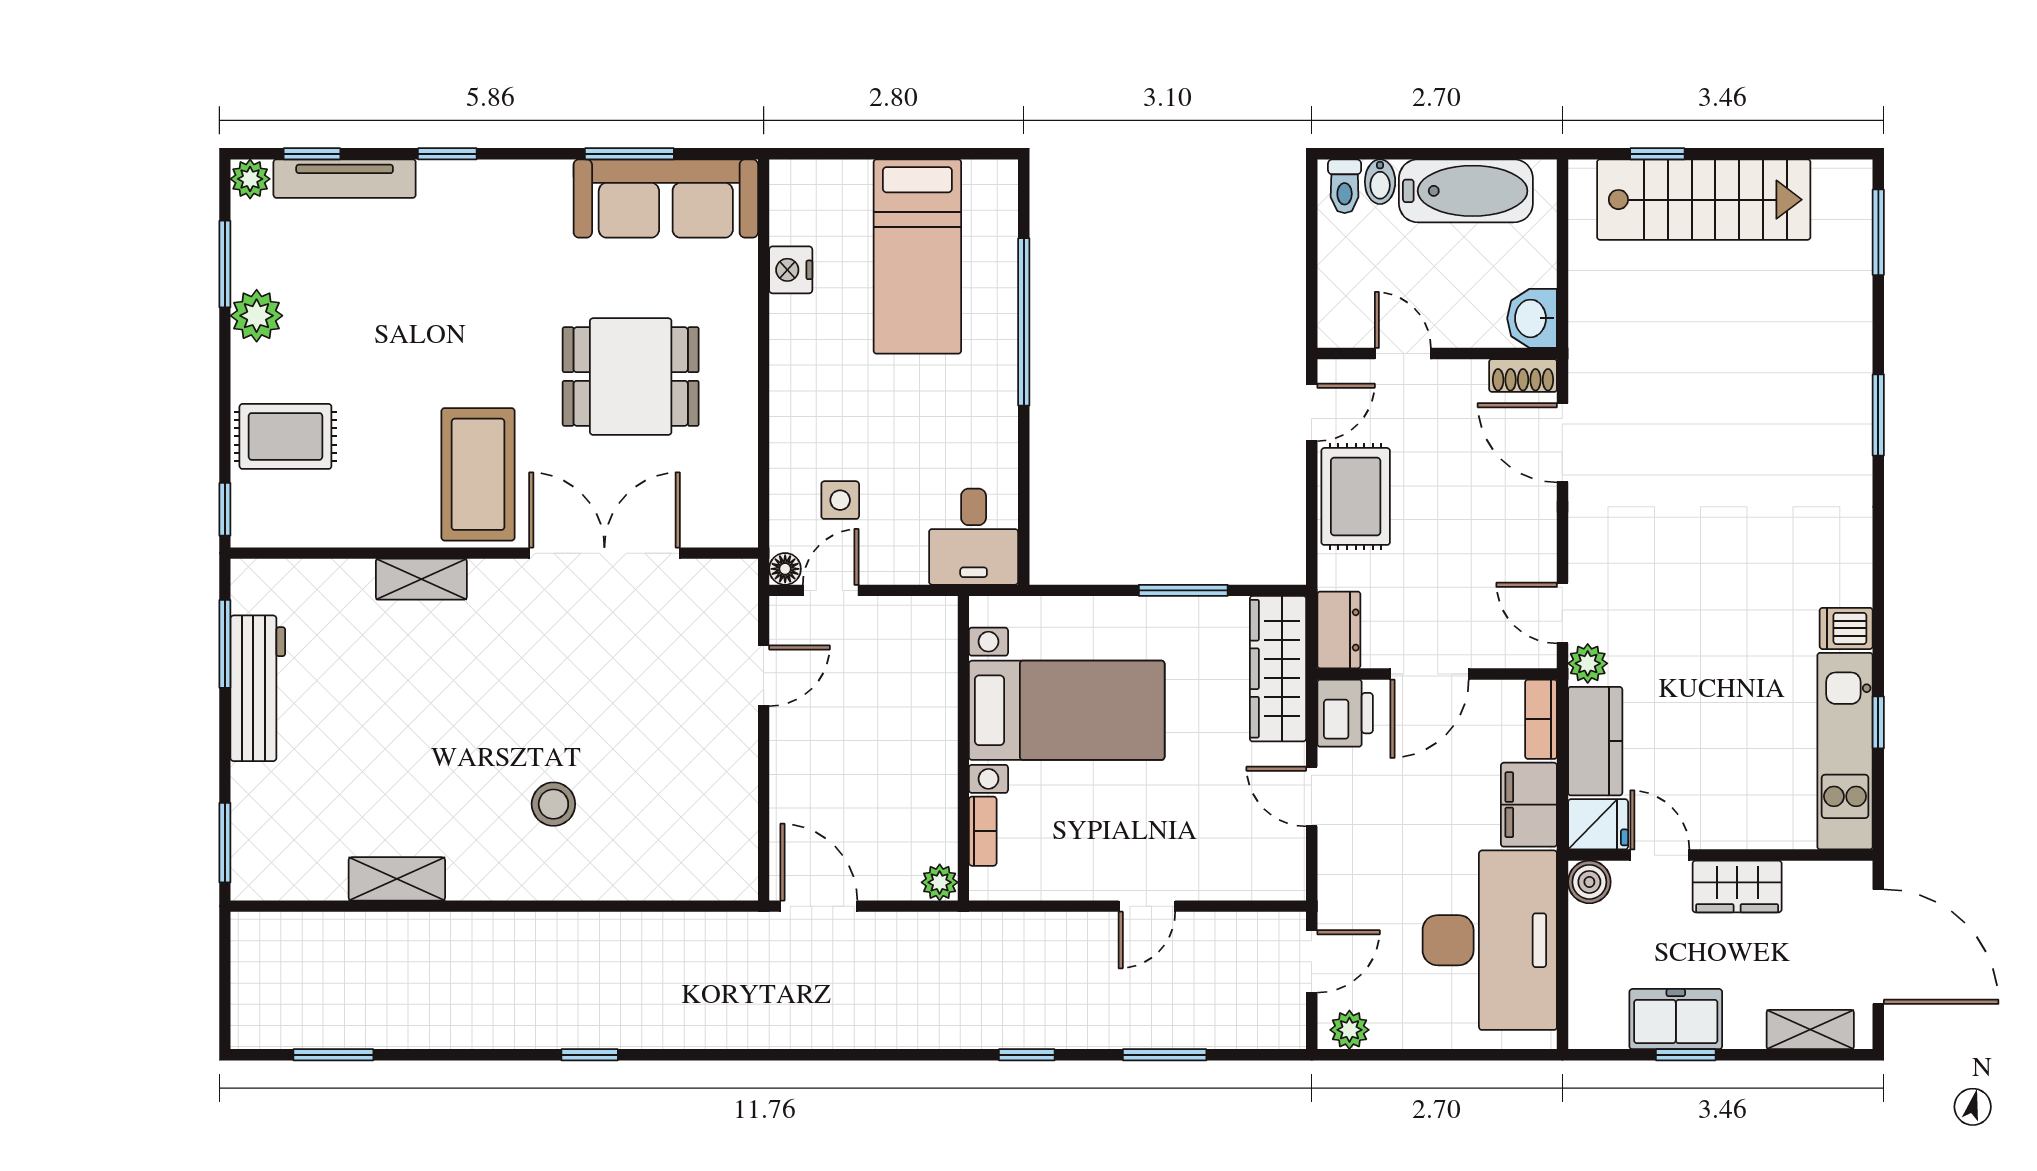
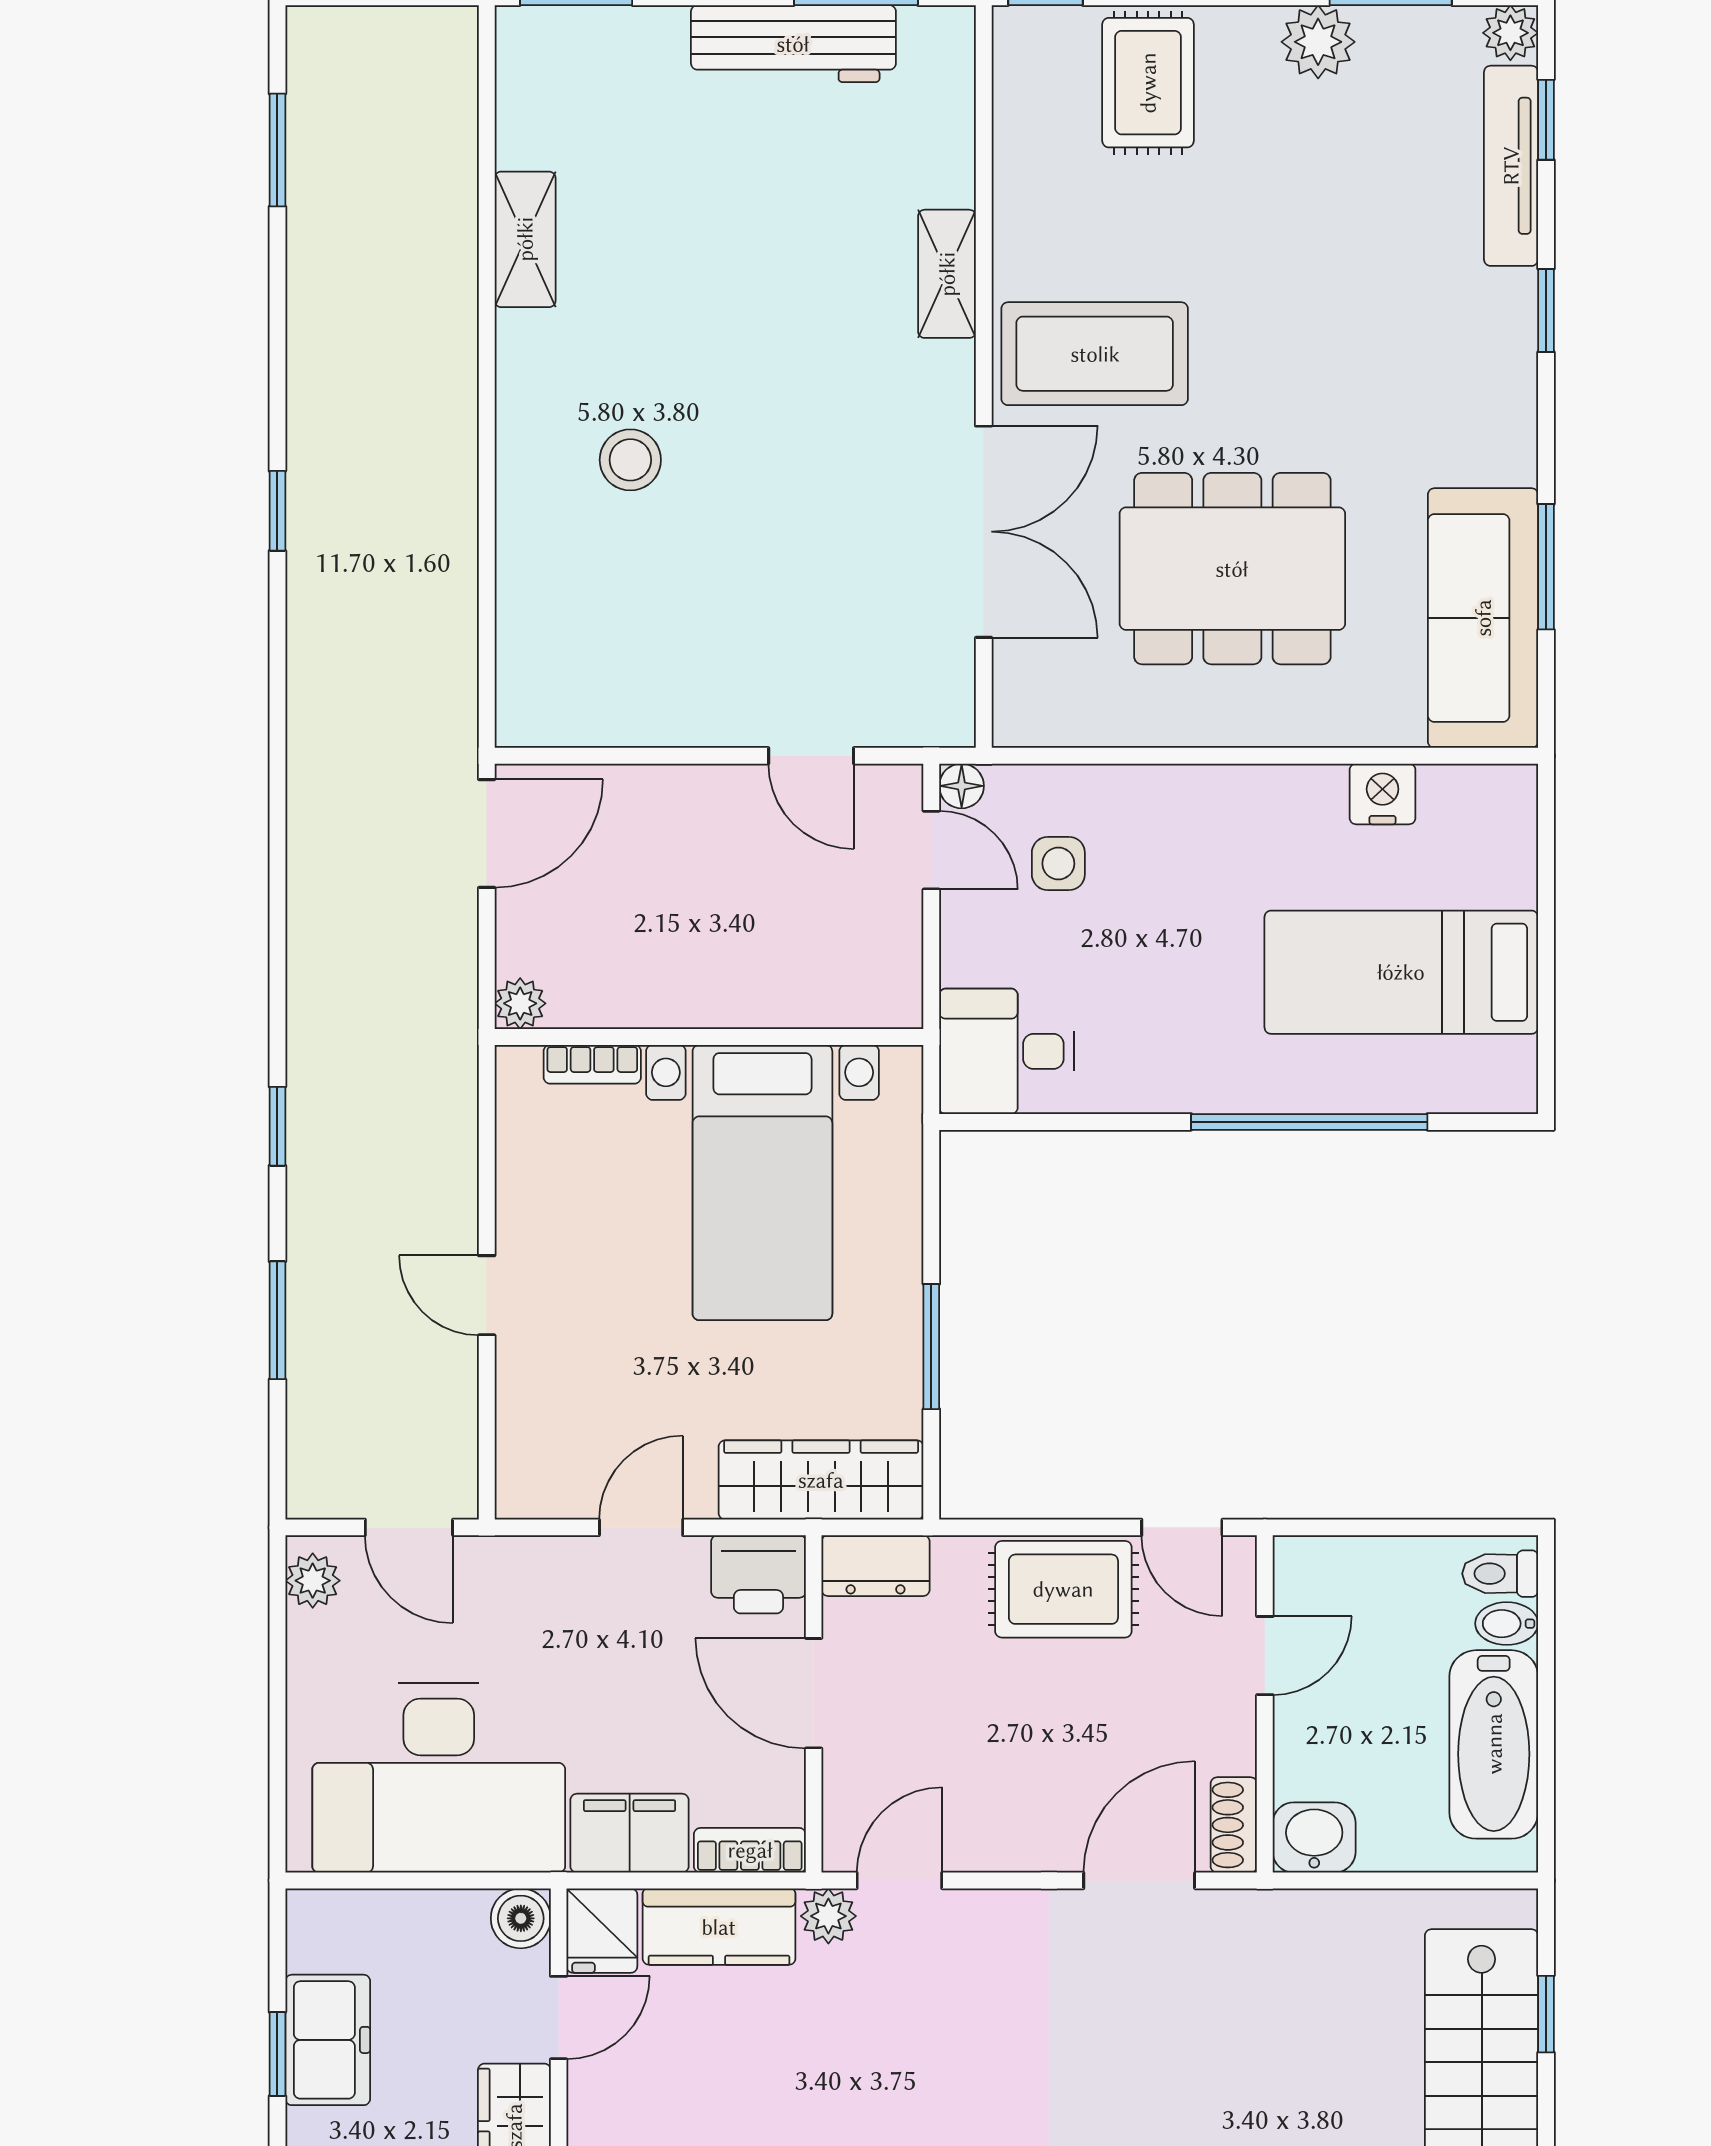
dining table: (631, 377) -> (1232, 569), width x1.38

